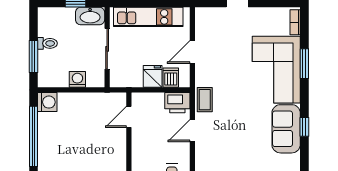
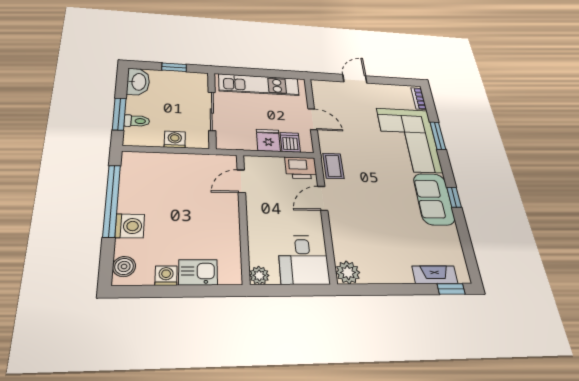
washbasin: (90, 16) -> (138, 82), moved, turned -90
toilet: (47, 43) -> (137, 121), moved
door: (192, 52) -> (312, 119), swing flipped
washing machine: (47, 102) -> (130, 226), moved

